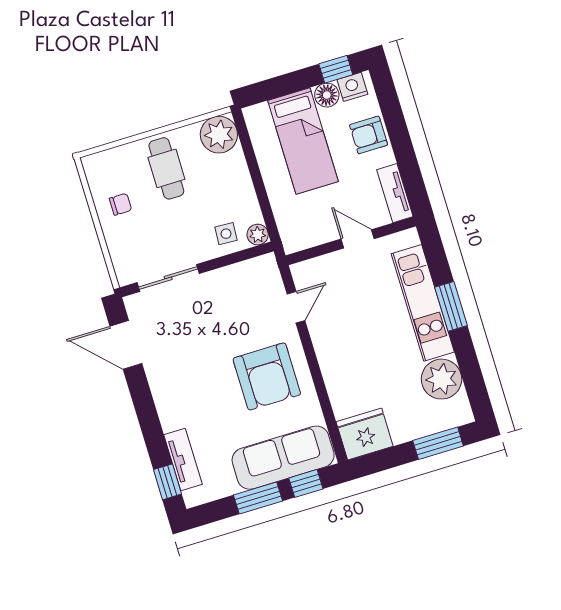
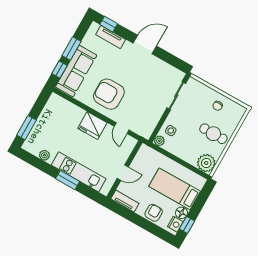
door: (126, 345) -> (145, 45), moved
plant: (441, 379) -> (44, 155), width x0.53, depth x0.53
fridge: (365, 434) -> (92, 125), moved, turned 90

